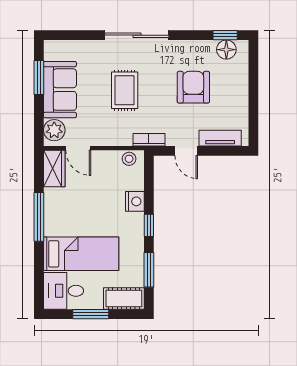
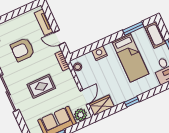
door: (186, 151) -> (59, 38), swing flipped
window: (39, 217) -> (132, 102), width x0.46
window: (149, 225) -> (109, 39), removed
bed: (81, 254) -> (130, 58), moved, turned 180

